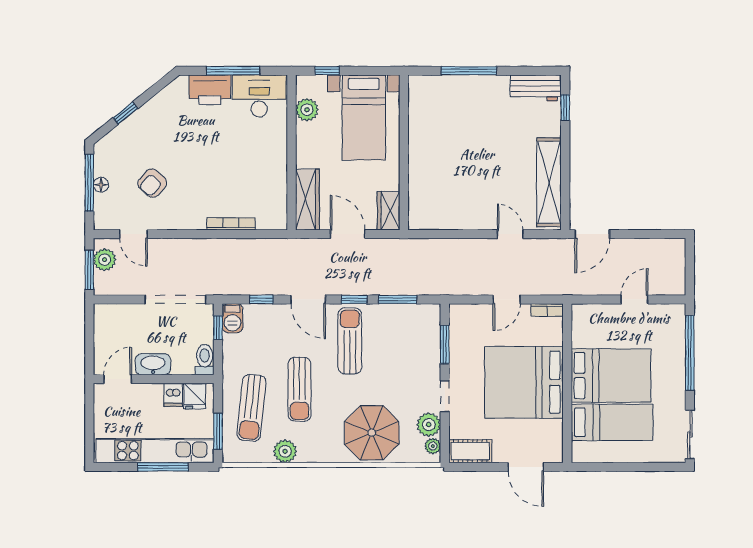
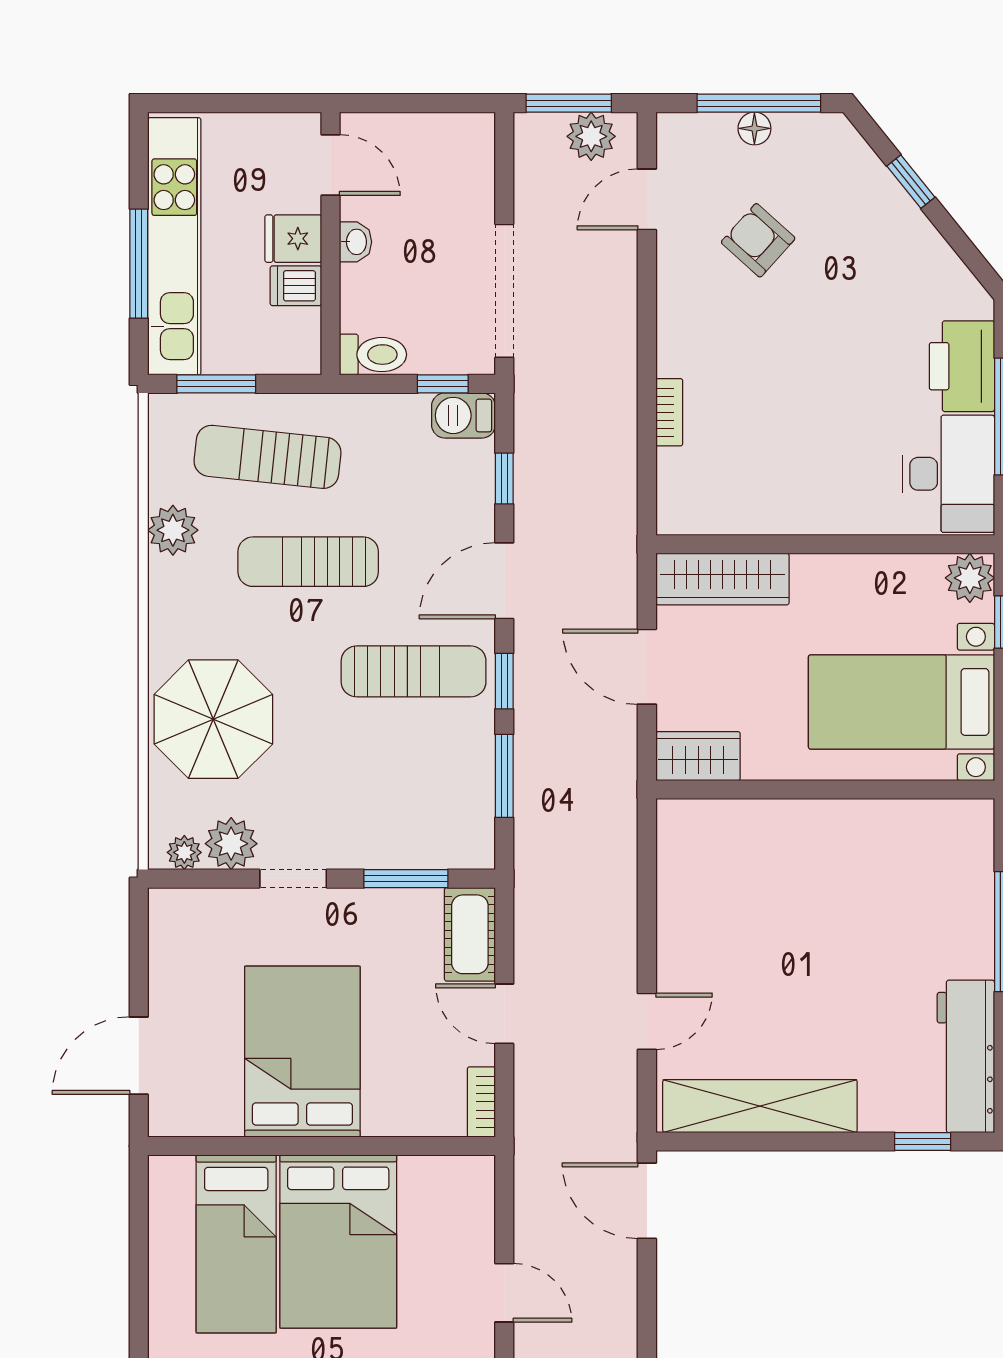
workbench: (536, 88) -> (966, 1056), width x1.38
plant: (307, 110) -> (970, 578), moved
bookcase: (231, 224) -> (669, 412), width x0.64
door: (348, 234) -> (647, 667), swing flipped
washbasin: (153, 364) -> (355, 242), width x0.52, depth x0.69
bed: (524, 382) -> (302, 1052), width x0.73
fridge: (195, 396) -> (293, 239), moved
cot: (470, 451) -> (470, 934), moved

